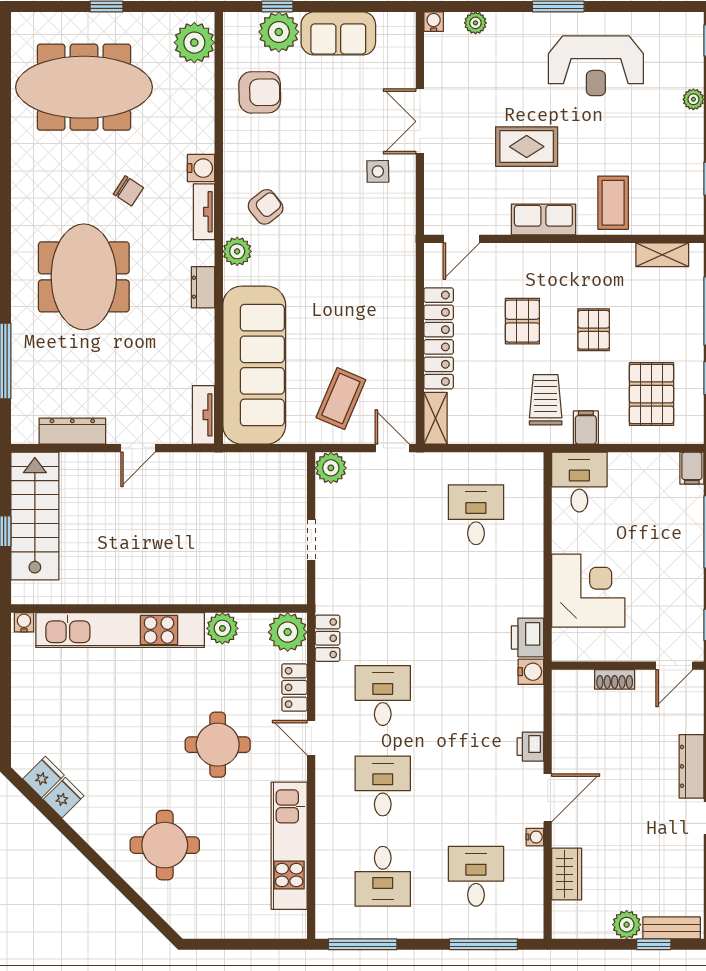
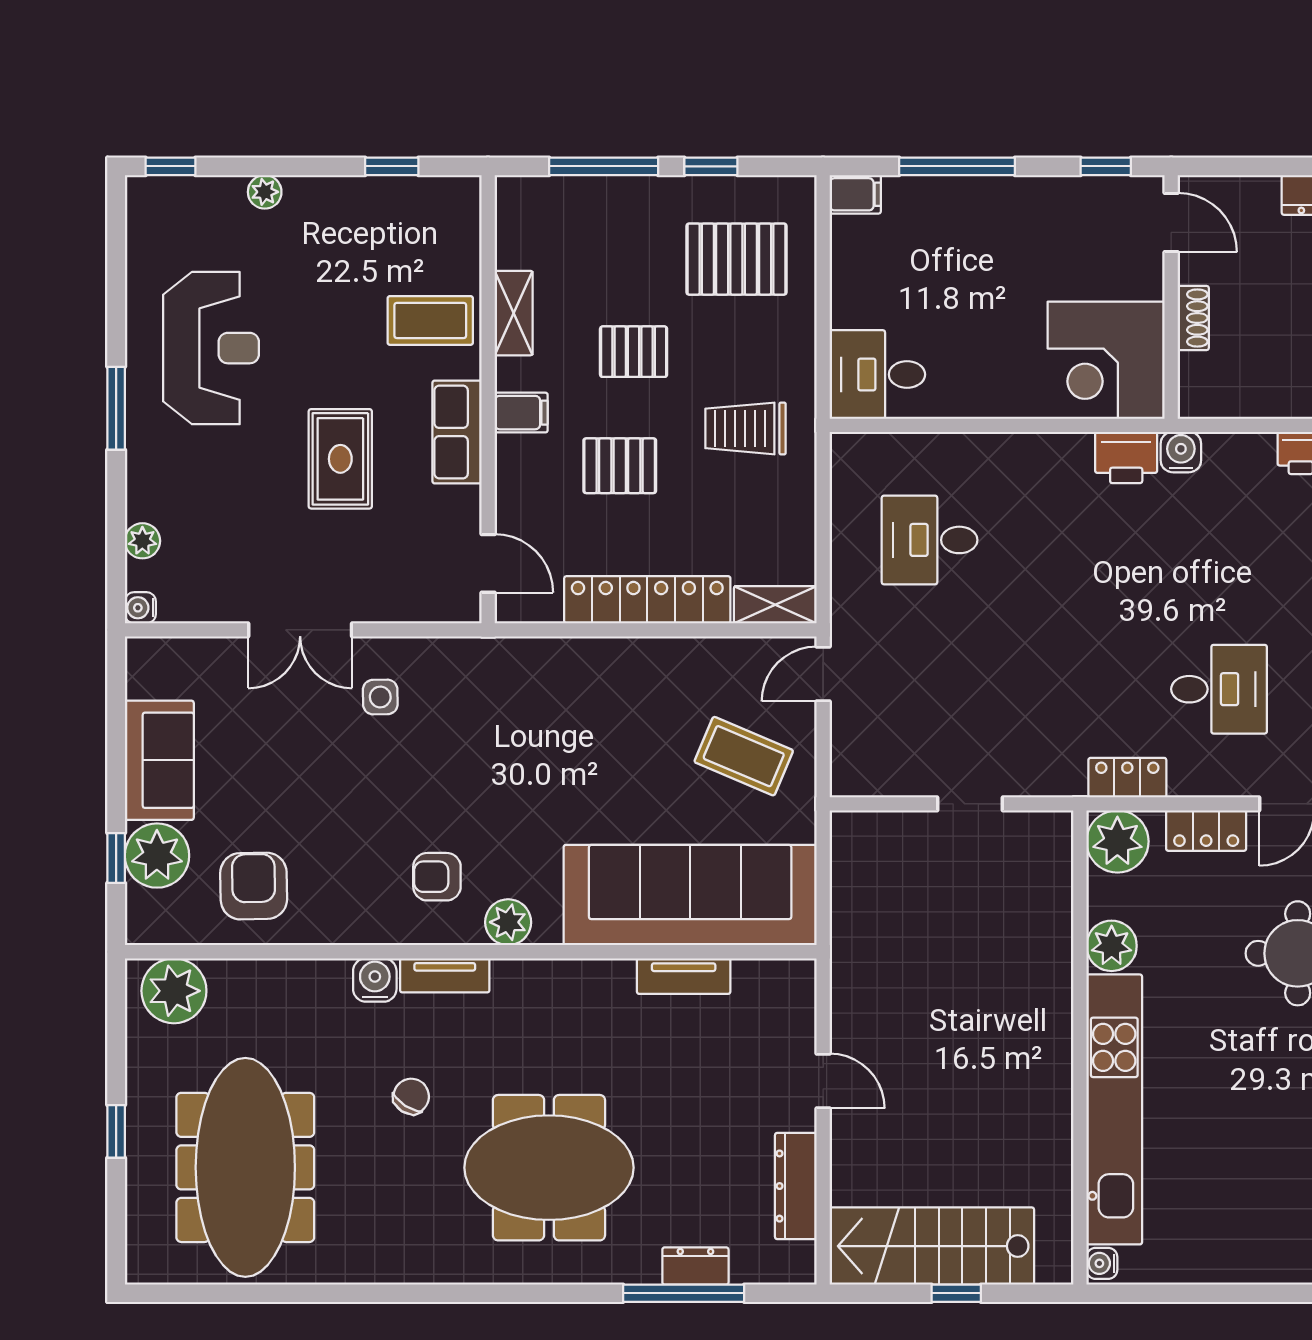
armchair: (266, 207) -> (437, 877), turned -52
shelving: (662, 255) -> (514, 313), moved
dresser: (203, 287) -> (695, 1266), moved, turned 180
tv unit: (203, 415) -> (684, 976), moved
filing cabinet: (586, 428) -> (521, 413), moved, turned 180
plant: (331, 468) -> (855, 772), removed
corner desk: (588, 591) -> (1106, 360), moved, turned -90
desk: (383, 696) -> (1219, 689), turned 180

